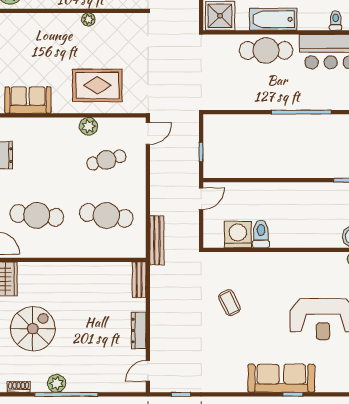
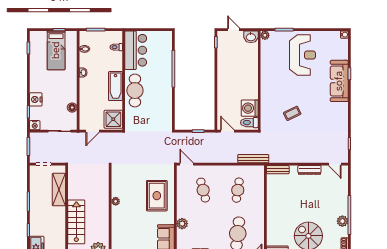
plant: (88, 126) -> (182, 224), moved
cafe table: (106, 215) -> (238, 190), width x0.73, depth x0.74
toilet: (261, 234) -> (249, 123), moved

